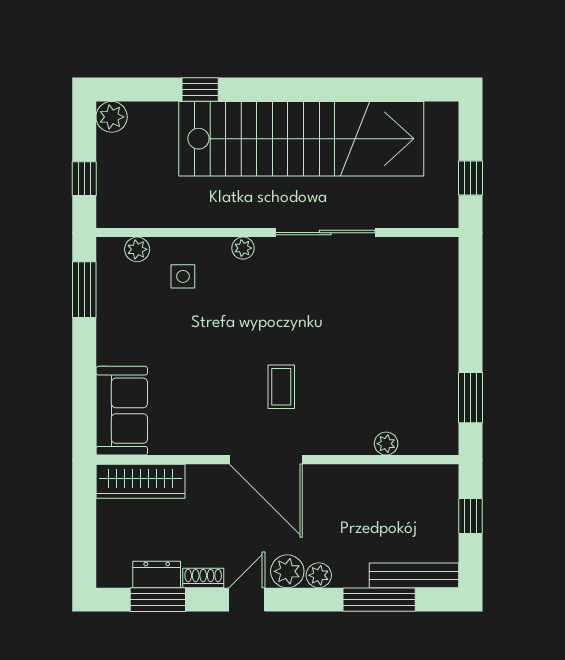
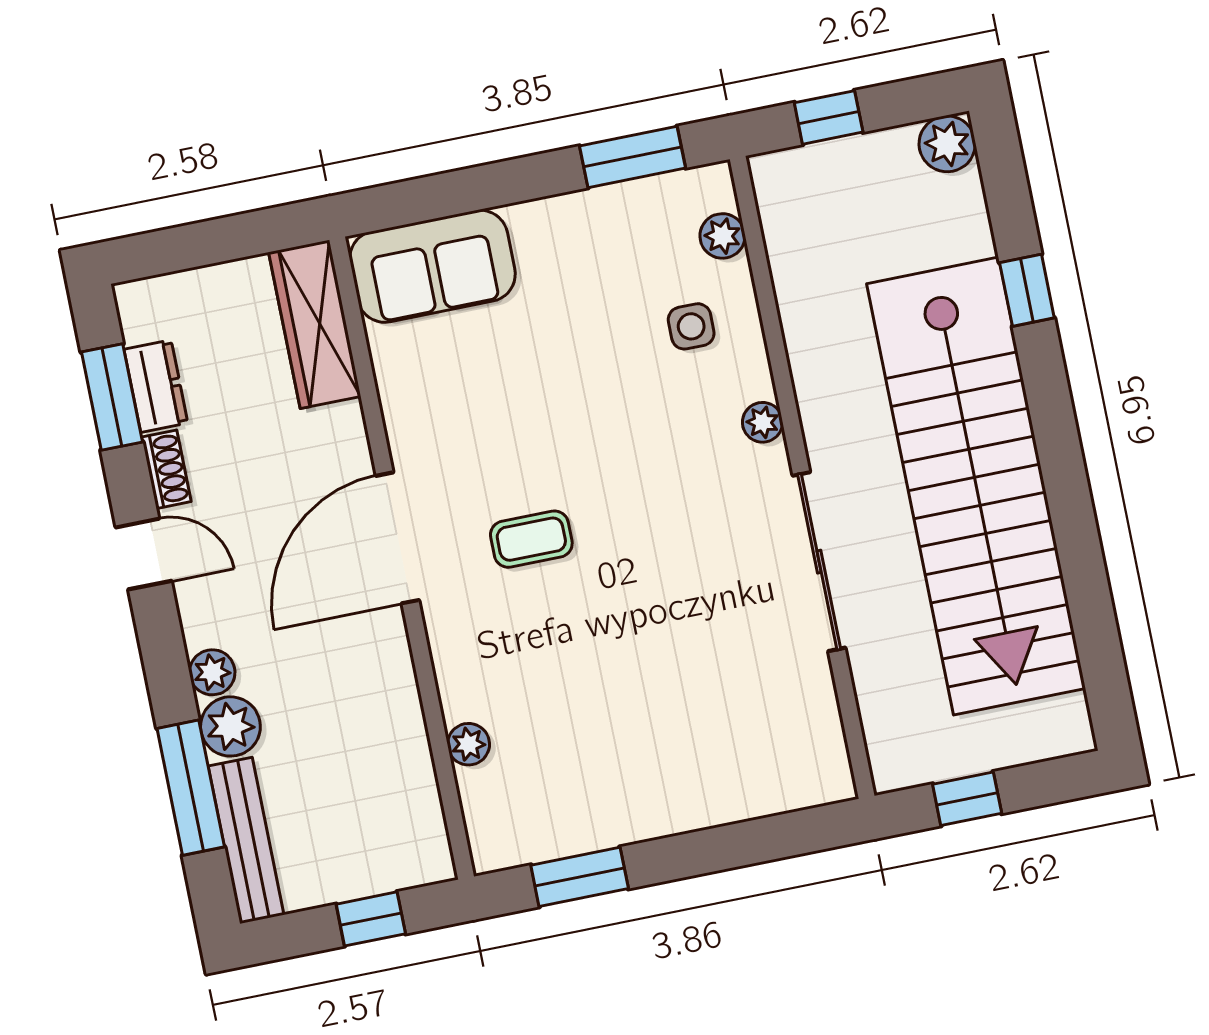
plant: (287, 571) -> (230, 726), moved

